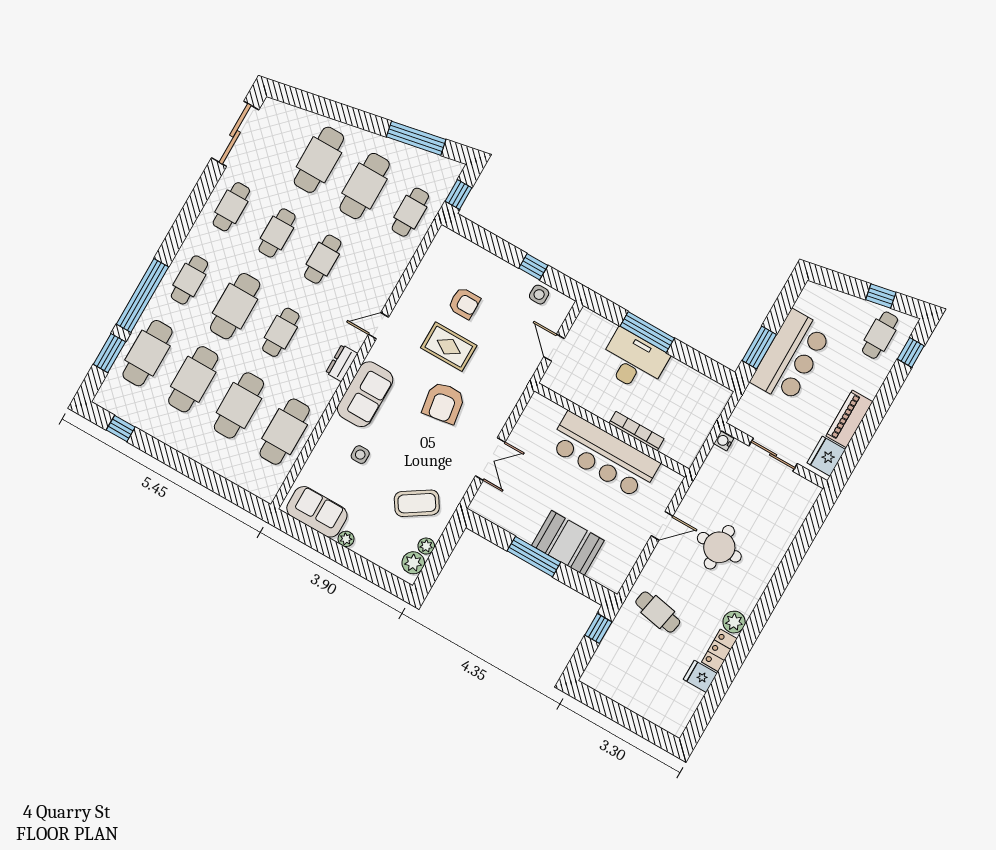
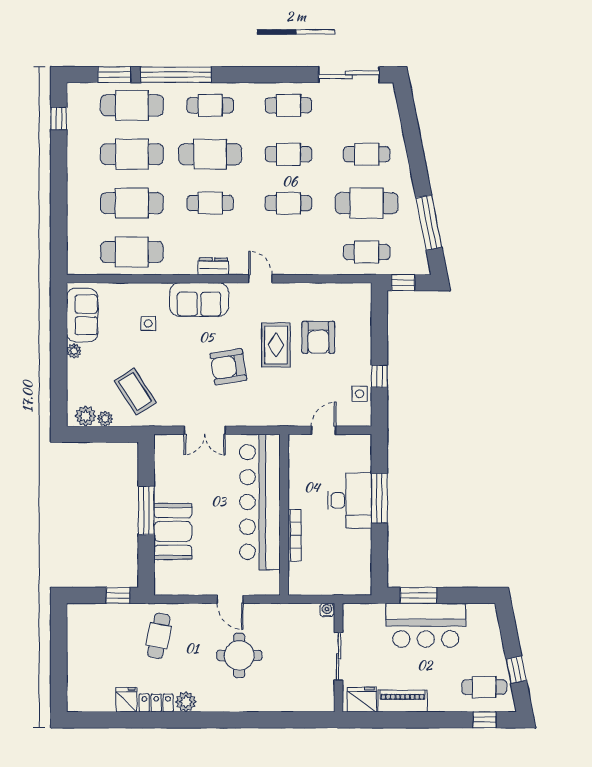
cafe table: (319, 160) -> (367, 154), width x0.73, depth x0.74
armchair: (464, 303) -> (318, 337), width x1.38, depth x1.38
bar counter: (604, 455) -> (260, 502), width x1.36

